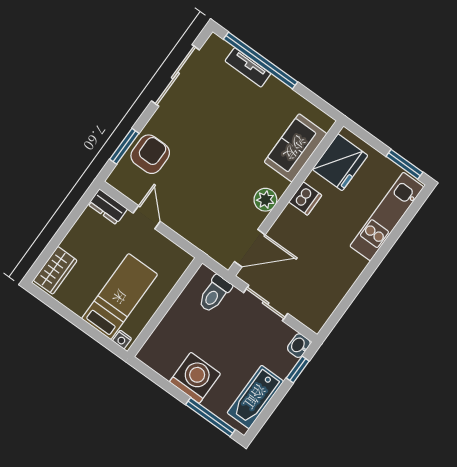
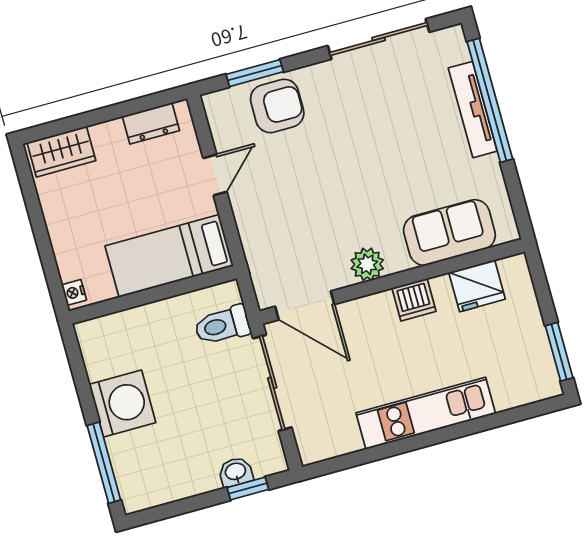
tv unit: (248, 67) -> (473, 110), width x1.41
fridge: (340, 162) -> (477, 286), width x0.73, depth x0.75
dresser: (108, 207) -> (151, 123), moved, turned -90
kitchen unit: (387, 217) -> (426, 413), moved
bed: (120, 297) -> (169, 256), moved, turned 180
sliding door: (266, 303) -> (272, 383), width x1.37
washbasin: (299, 346) -> (236, 472), moved
bathtub: (255, 397) -> (174, 481), removed

